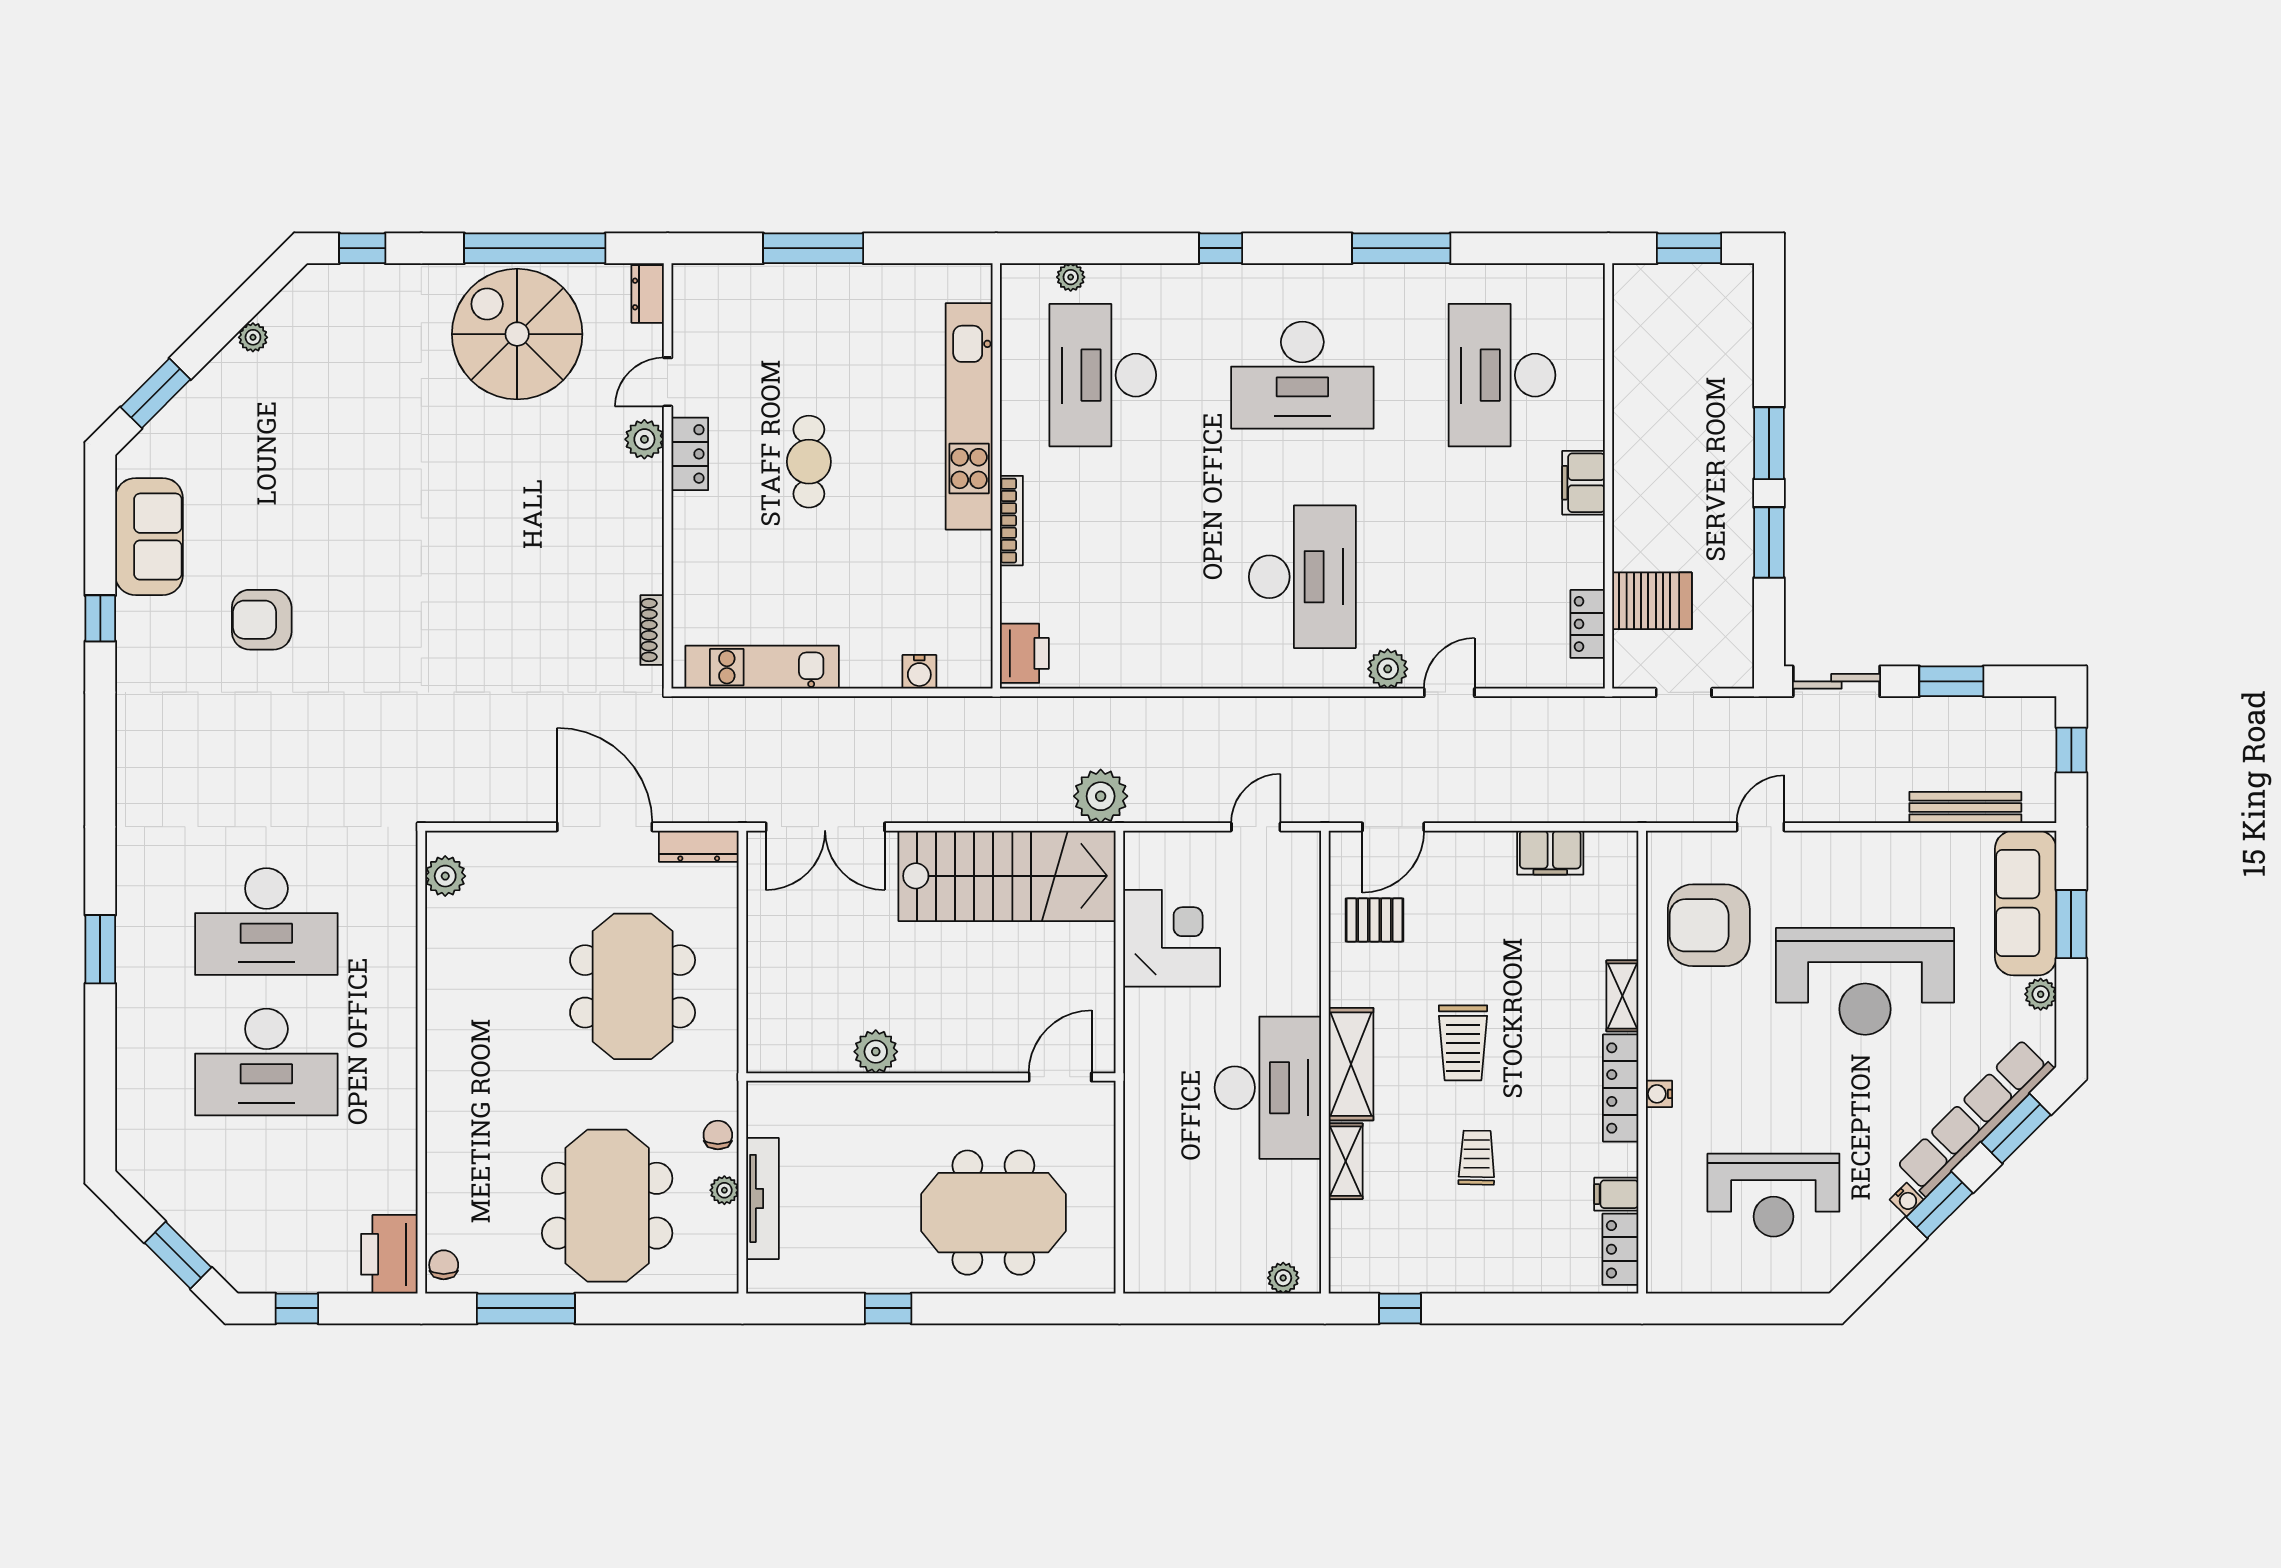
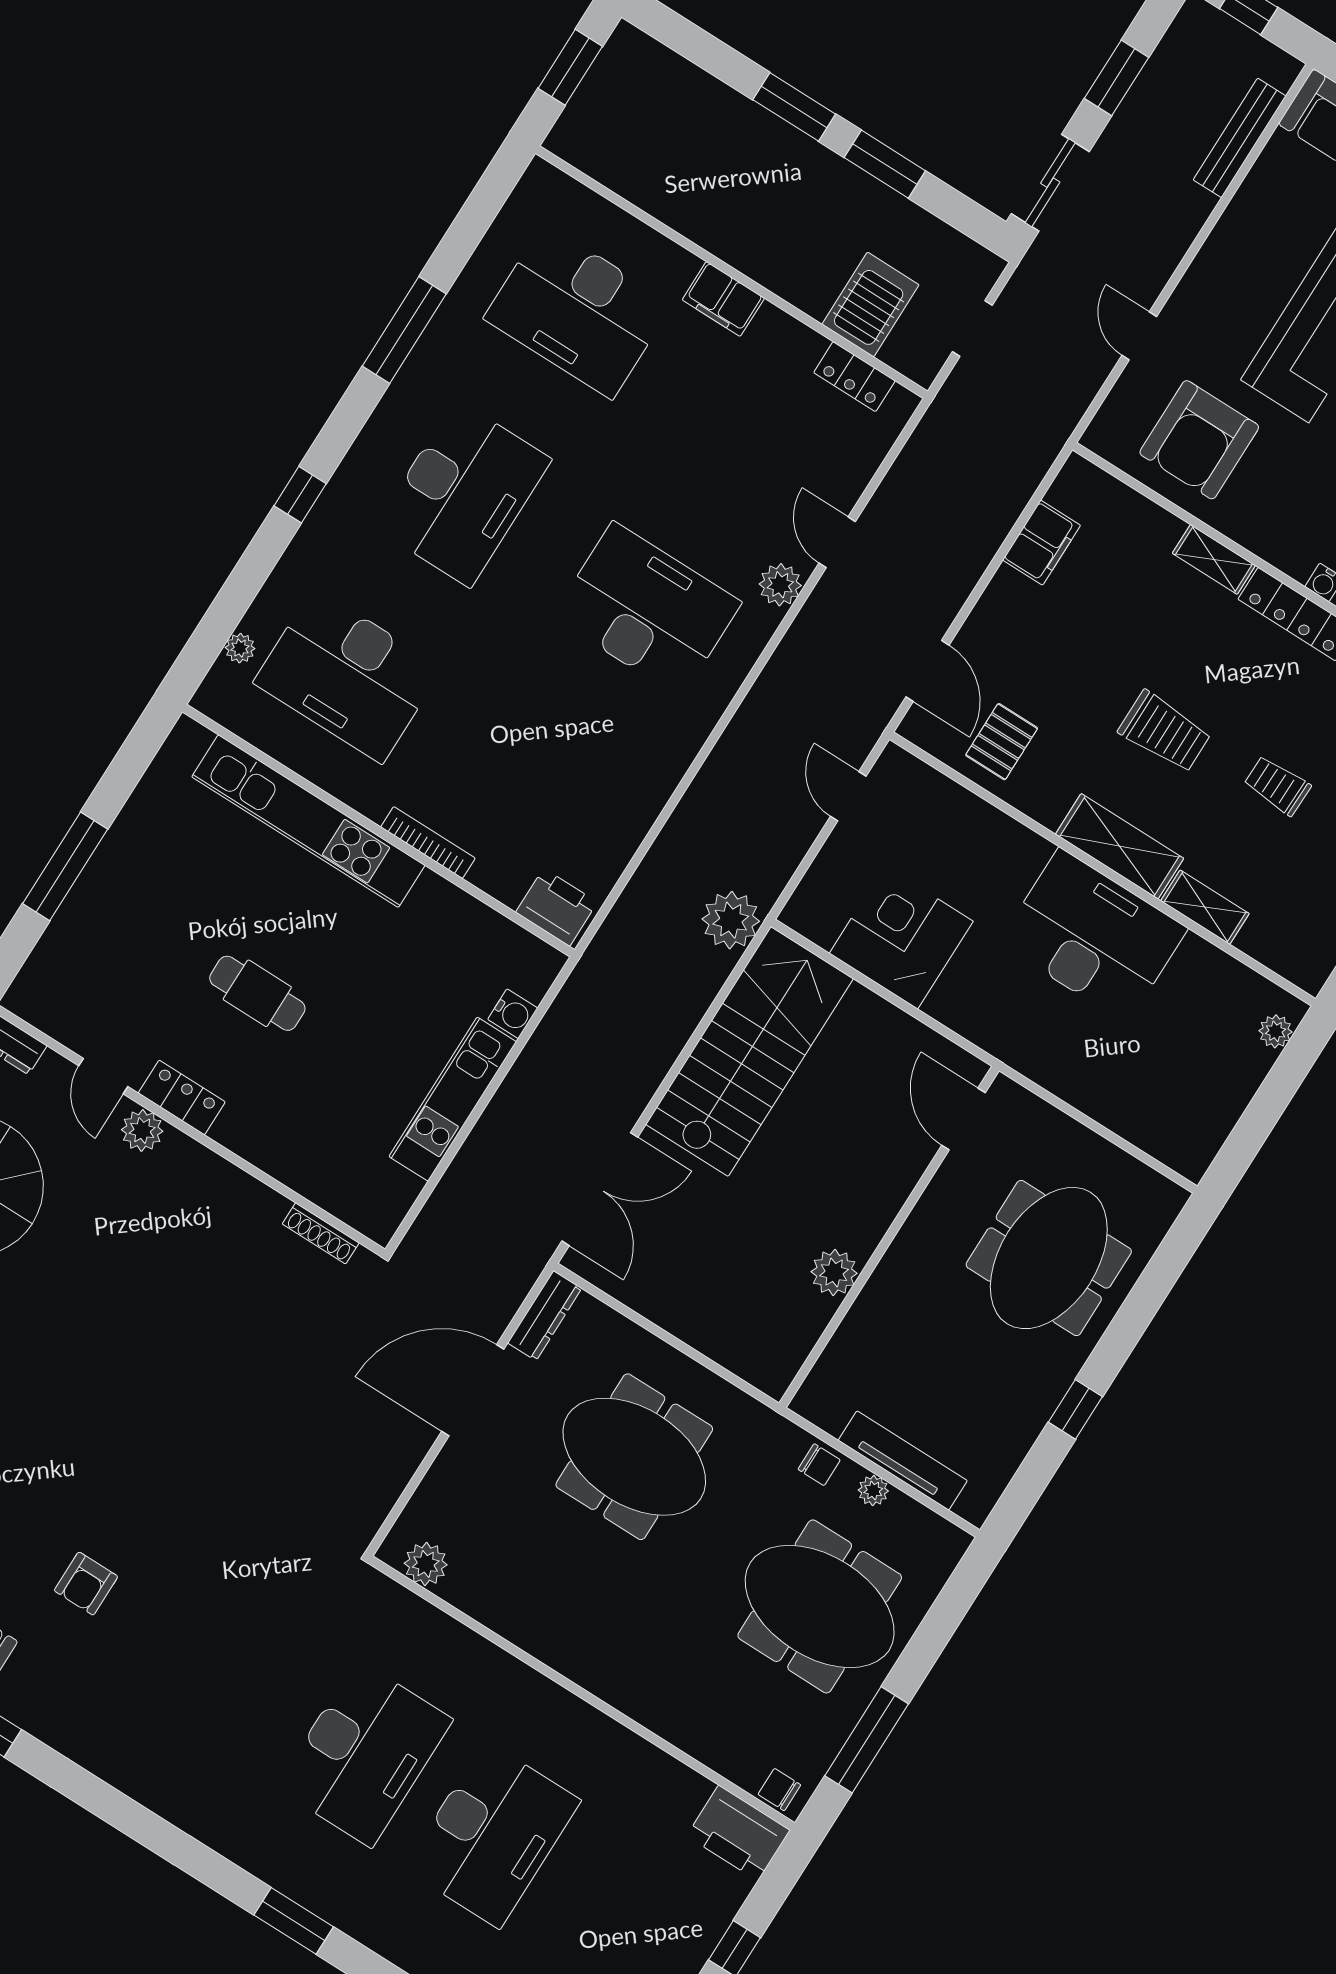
armchair: (262, 620) -> (86, 1584), width x0.72, depth x0.72
kitchen unit: (762, 667) -> (453, 1099), moved
chair: (718, 1135) -> (819, 1465), turned 180

